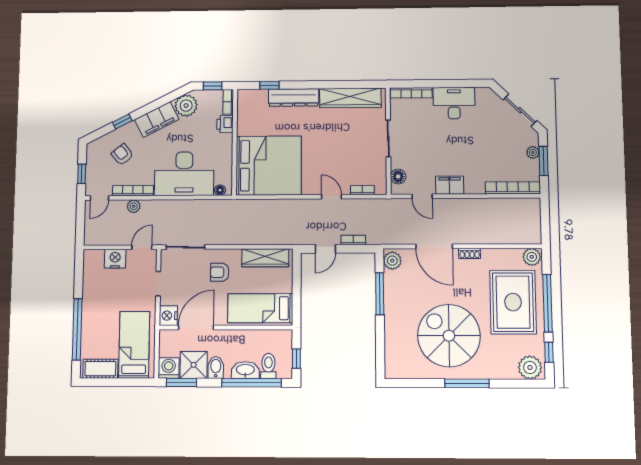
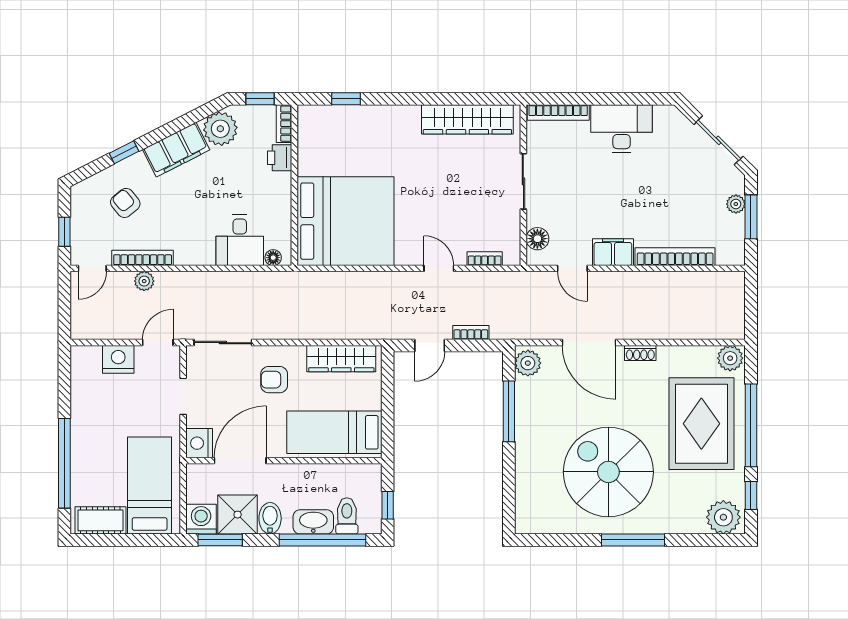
dresser: (294, 98) -> (382, 118), removed
desk: (184, 174) -> (240, 240), width x0.53, depth x0.77
bookcase: (513, 188) -> (675, 257), moved

